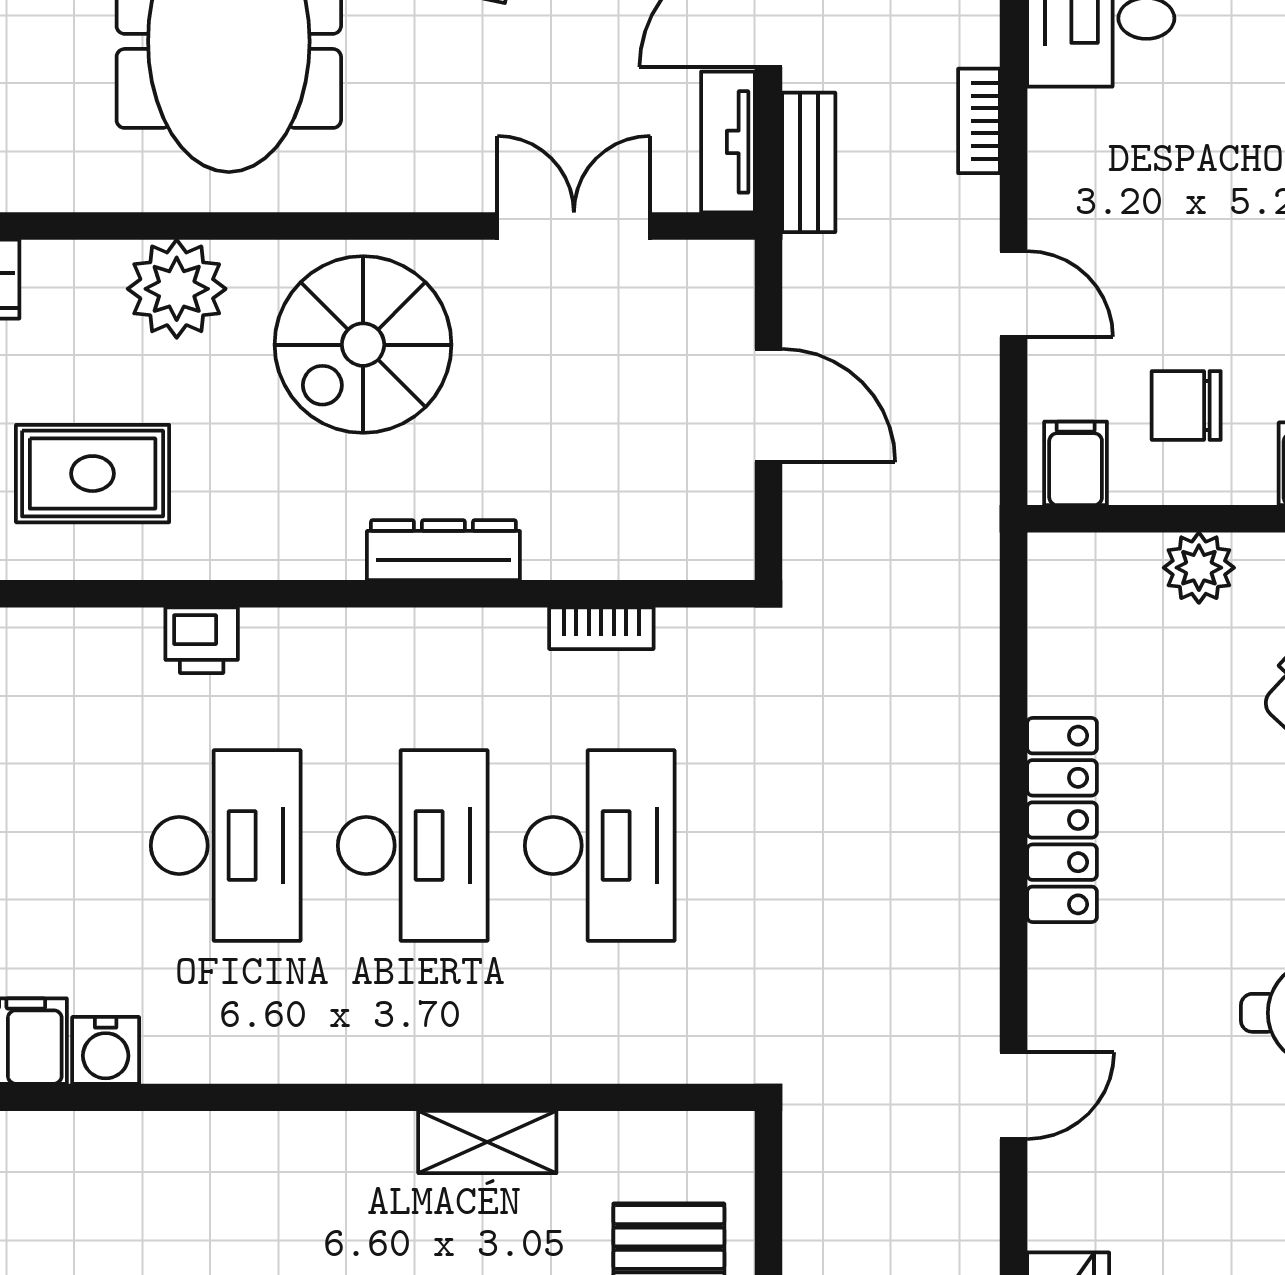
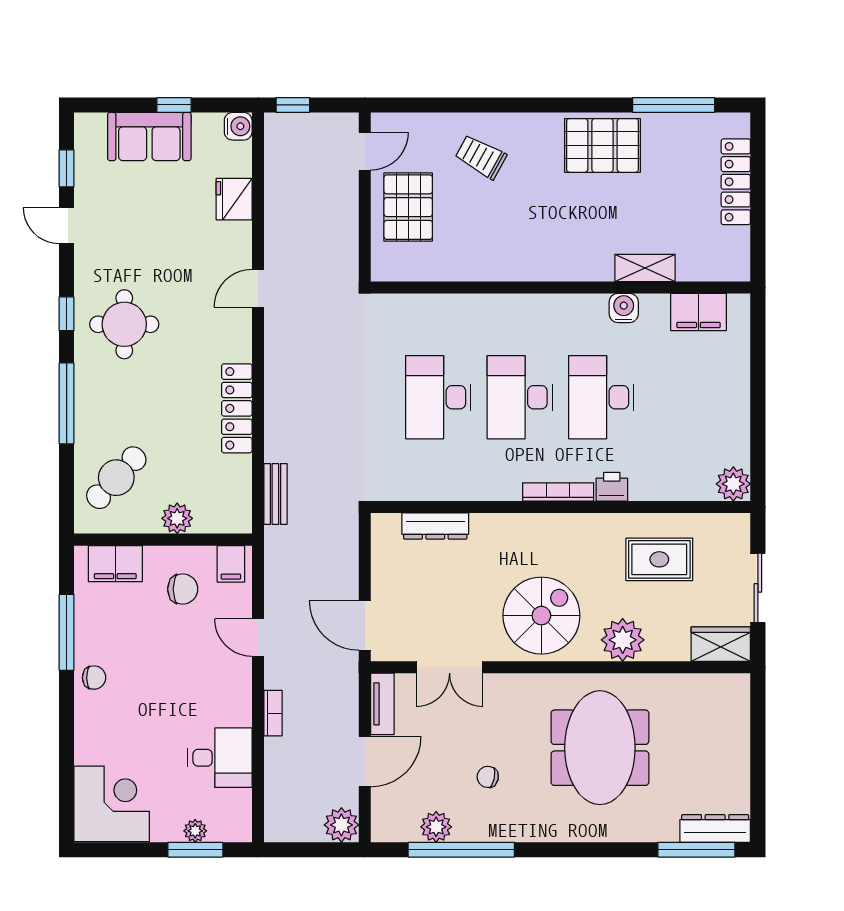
bench: (809, 162) -> (275, 494), moved
door: (768, 406) -> (365, 626), moved
dresser: (443, 550) -> (435, 526), moved
bookcase: (601, 628) -> (558, 492), moved, width x1.56
water cooler: (106, 1050) -> (624, 308), moved
shelving: (487, 1142) -> (645, 268), moved

